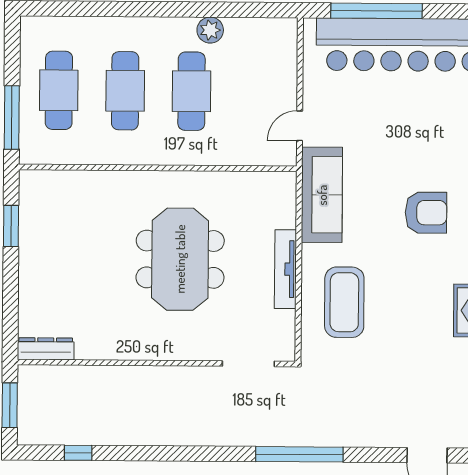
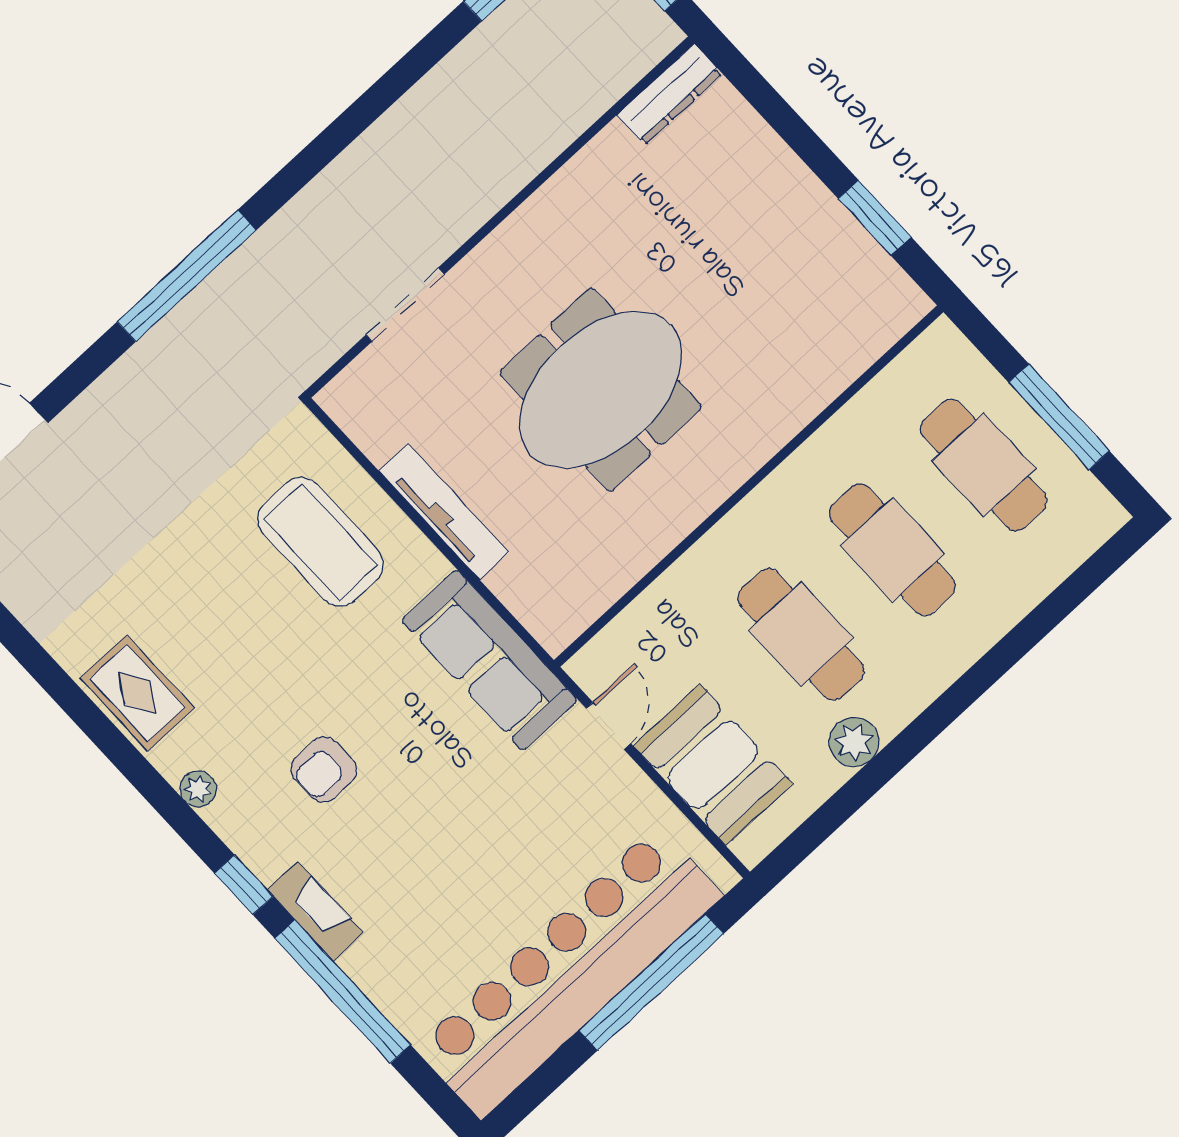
booth: (273, 73) -> (713, 765), added
window: (12, 118) -> (1059, 417), moved
armchair: (426, 213) -> (324, 769), width x0.72, depth x0.72
meeting table: (180, 259) -> (601, 390), turned 90
doorway: (248, 364) -> (405, 305), moved

